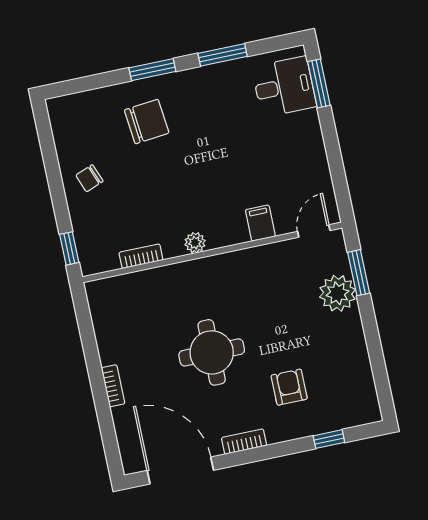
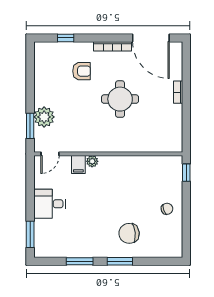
desk: (284, 87) -> (50, 204), moved
plant: (195, 243) -> (92, 161), moved
bookcase: (141, 256) -> (148, 160), removed
armchair: (289, 387) -> (82, 71), turned -90
bookcase: (244, 442) -> (113, 46), width x1.56

